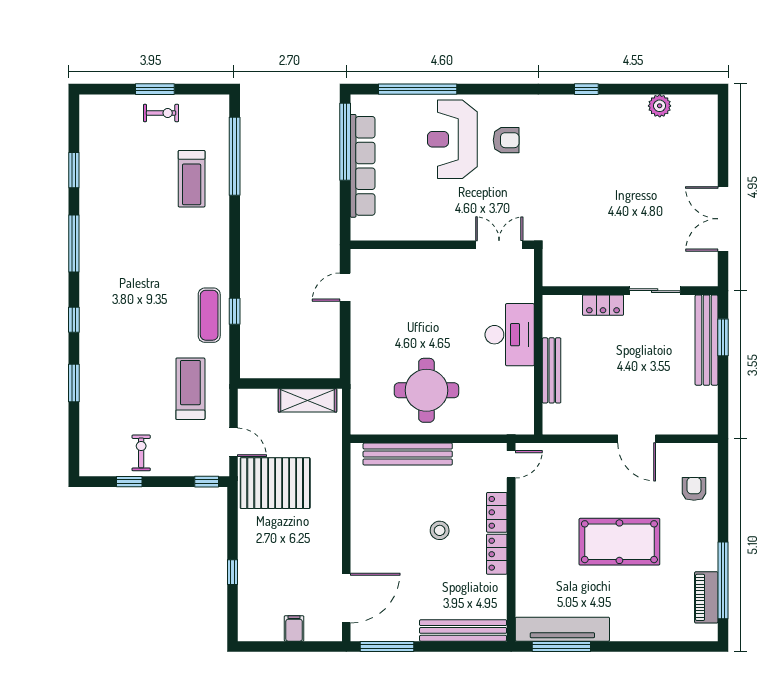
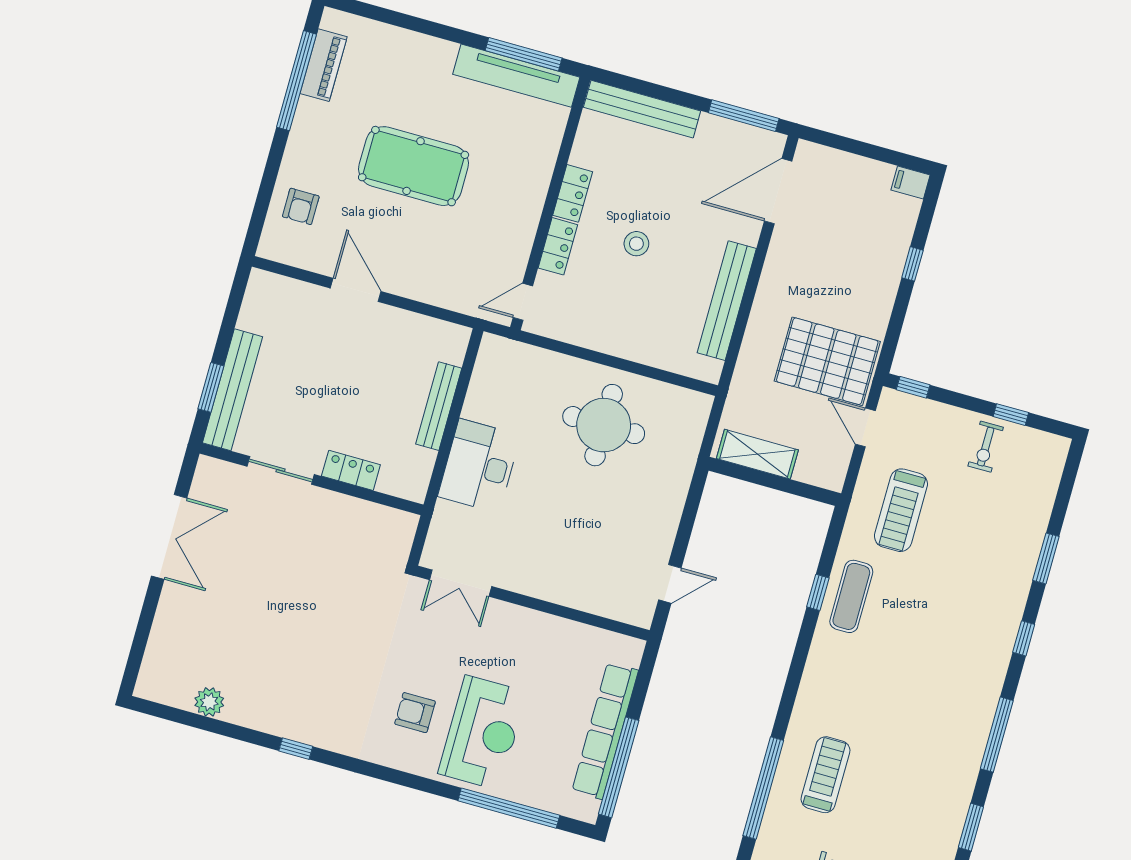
bench: (408, 454) -> (727, 301), moved, turned 90
filing cabinet: (294, 628) -> (911, 183), moved, turned 90

